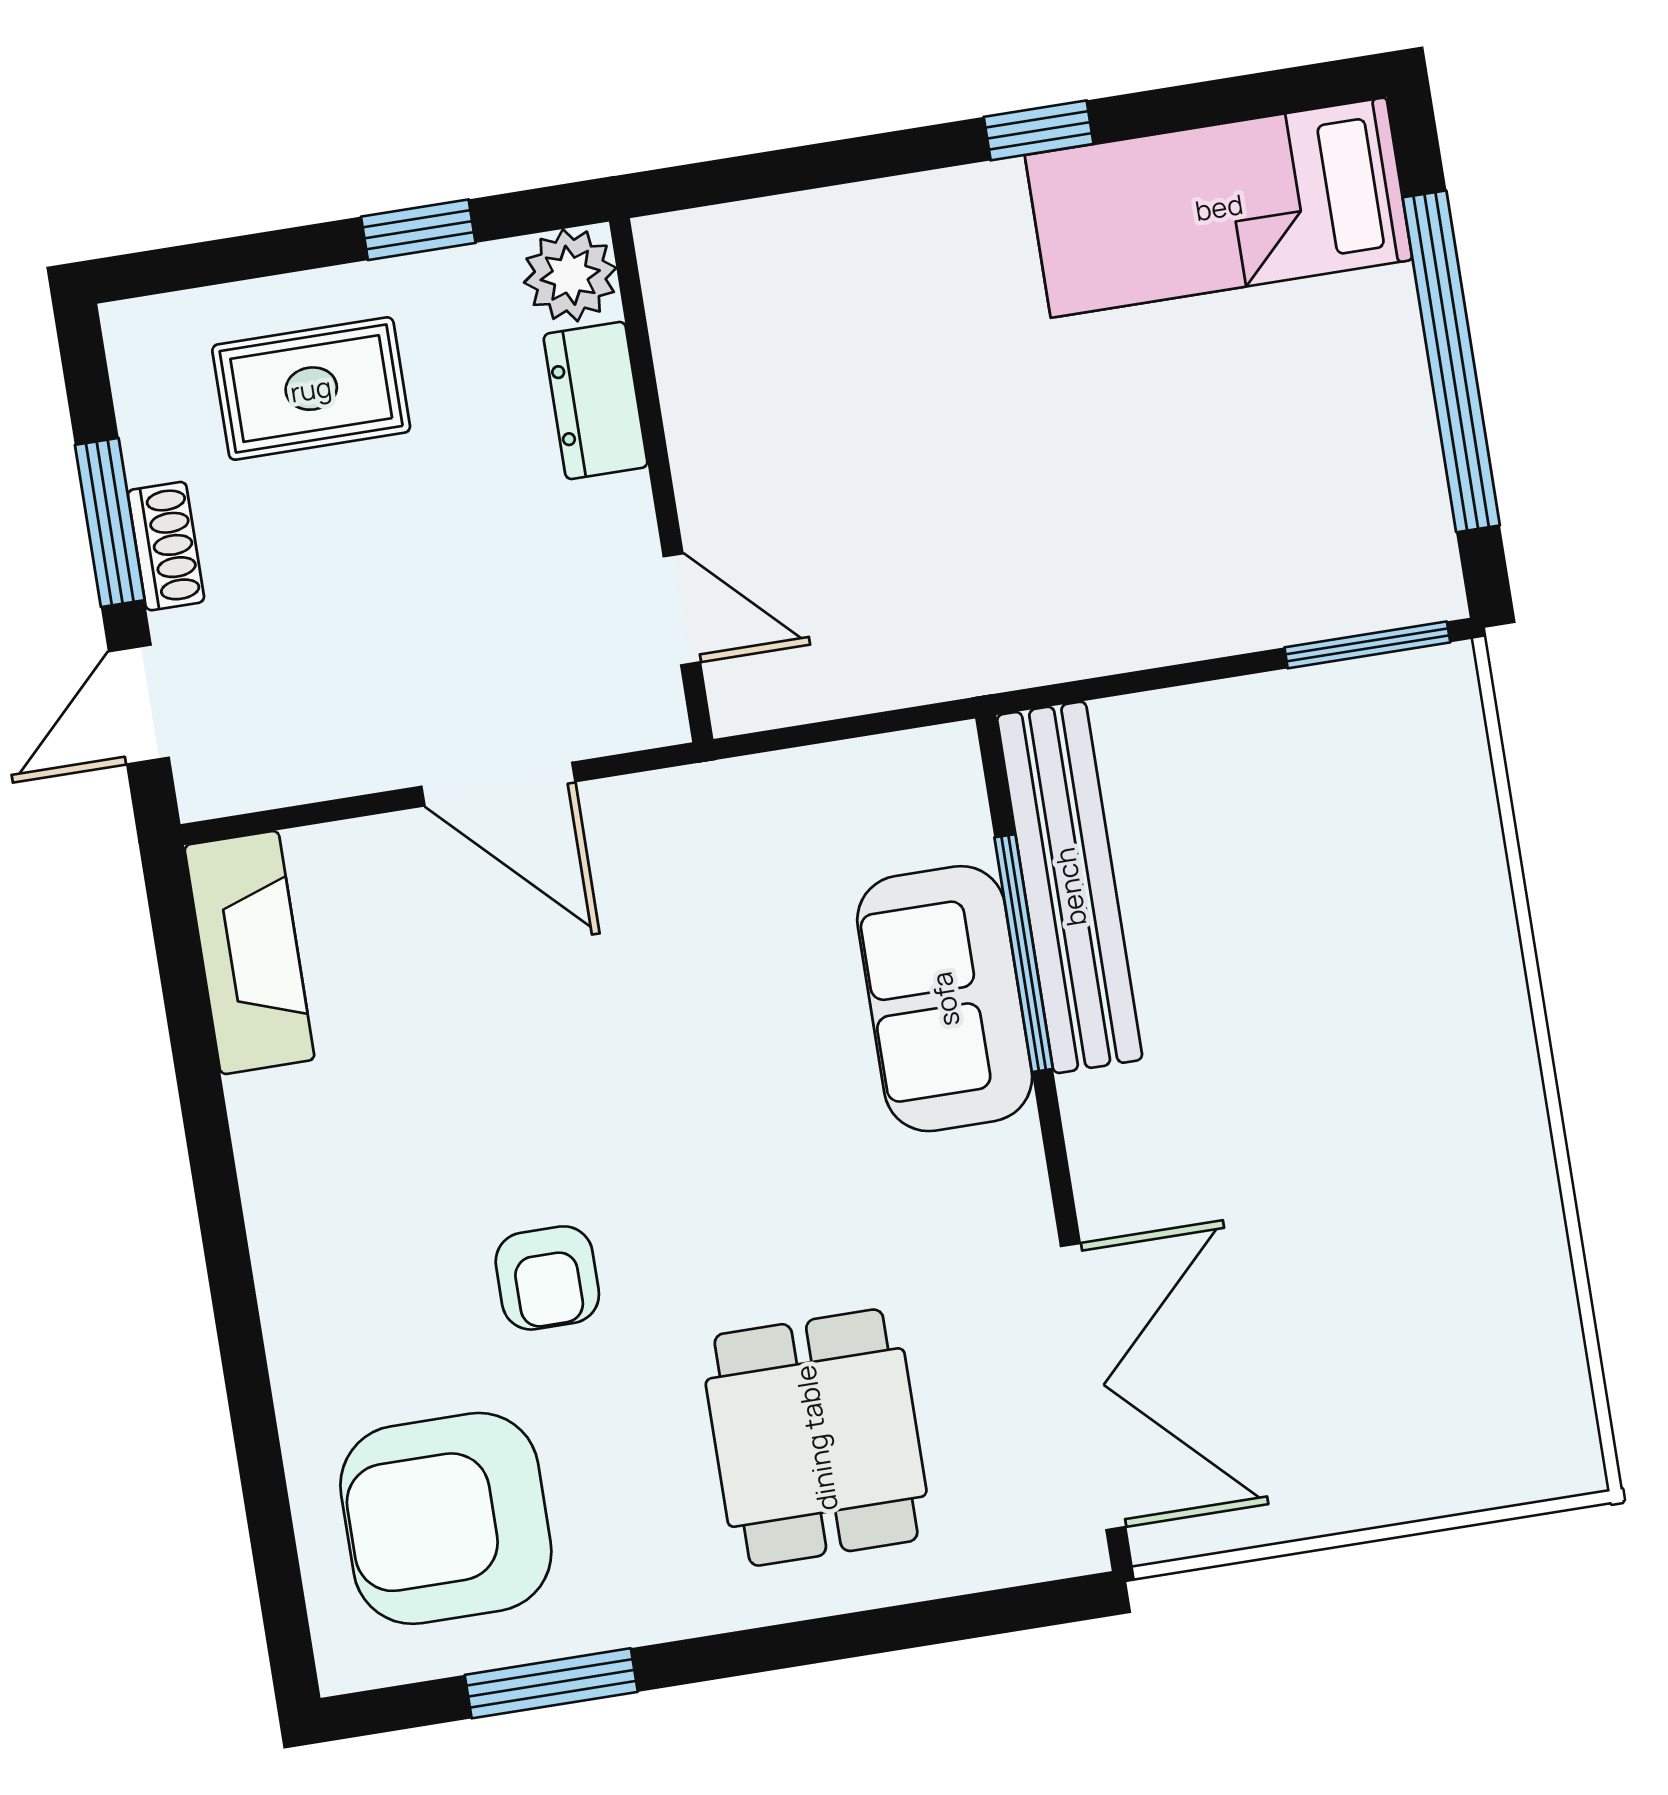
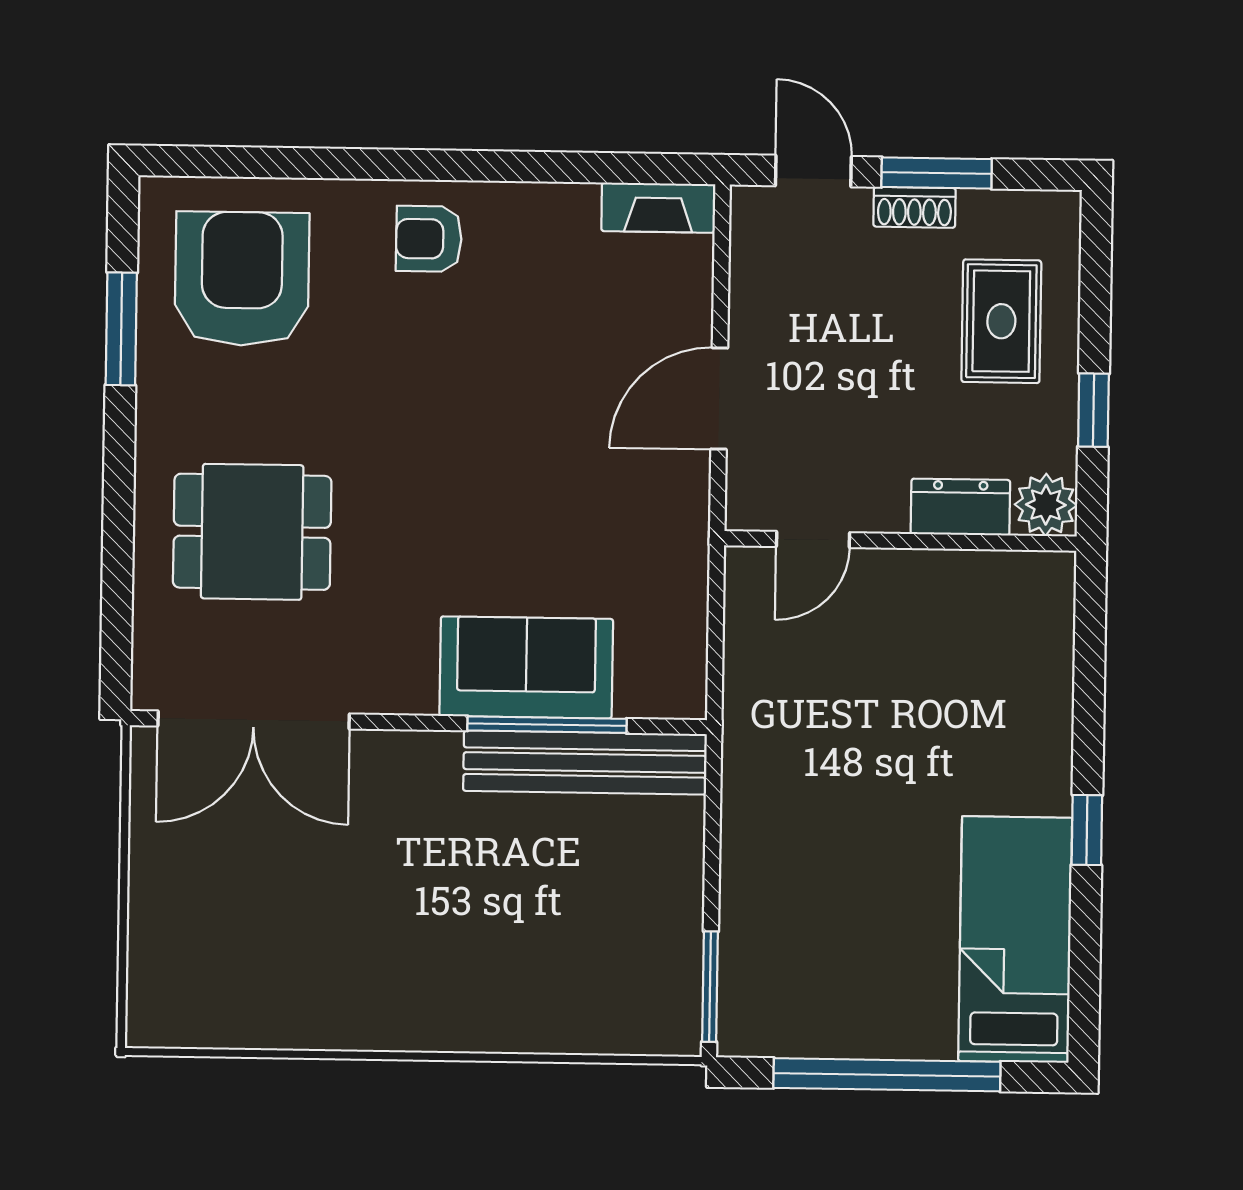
fireplace: (249, 952) -> (658, 208), width x0.73, depth x0.76
armchair: (547, 1278) -> (429, 239), moved

